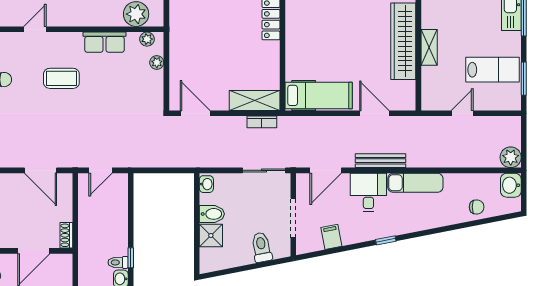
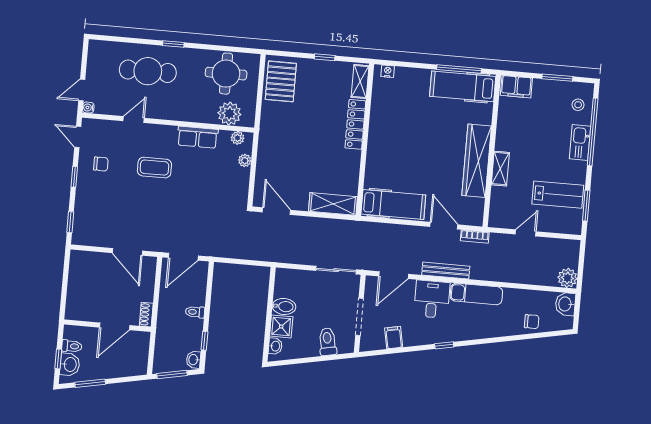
bookcase: (262, 122) -> (475, 237), moved
door: (100, 170) -> (183, 257), width x1.38
washbasin: (206, 184) -> (275, 346), moved
toilet: (118, 262) -> (195, 312), moved

